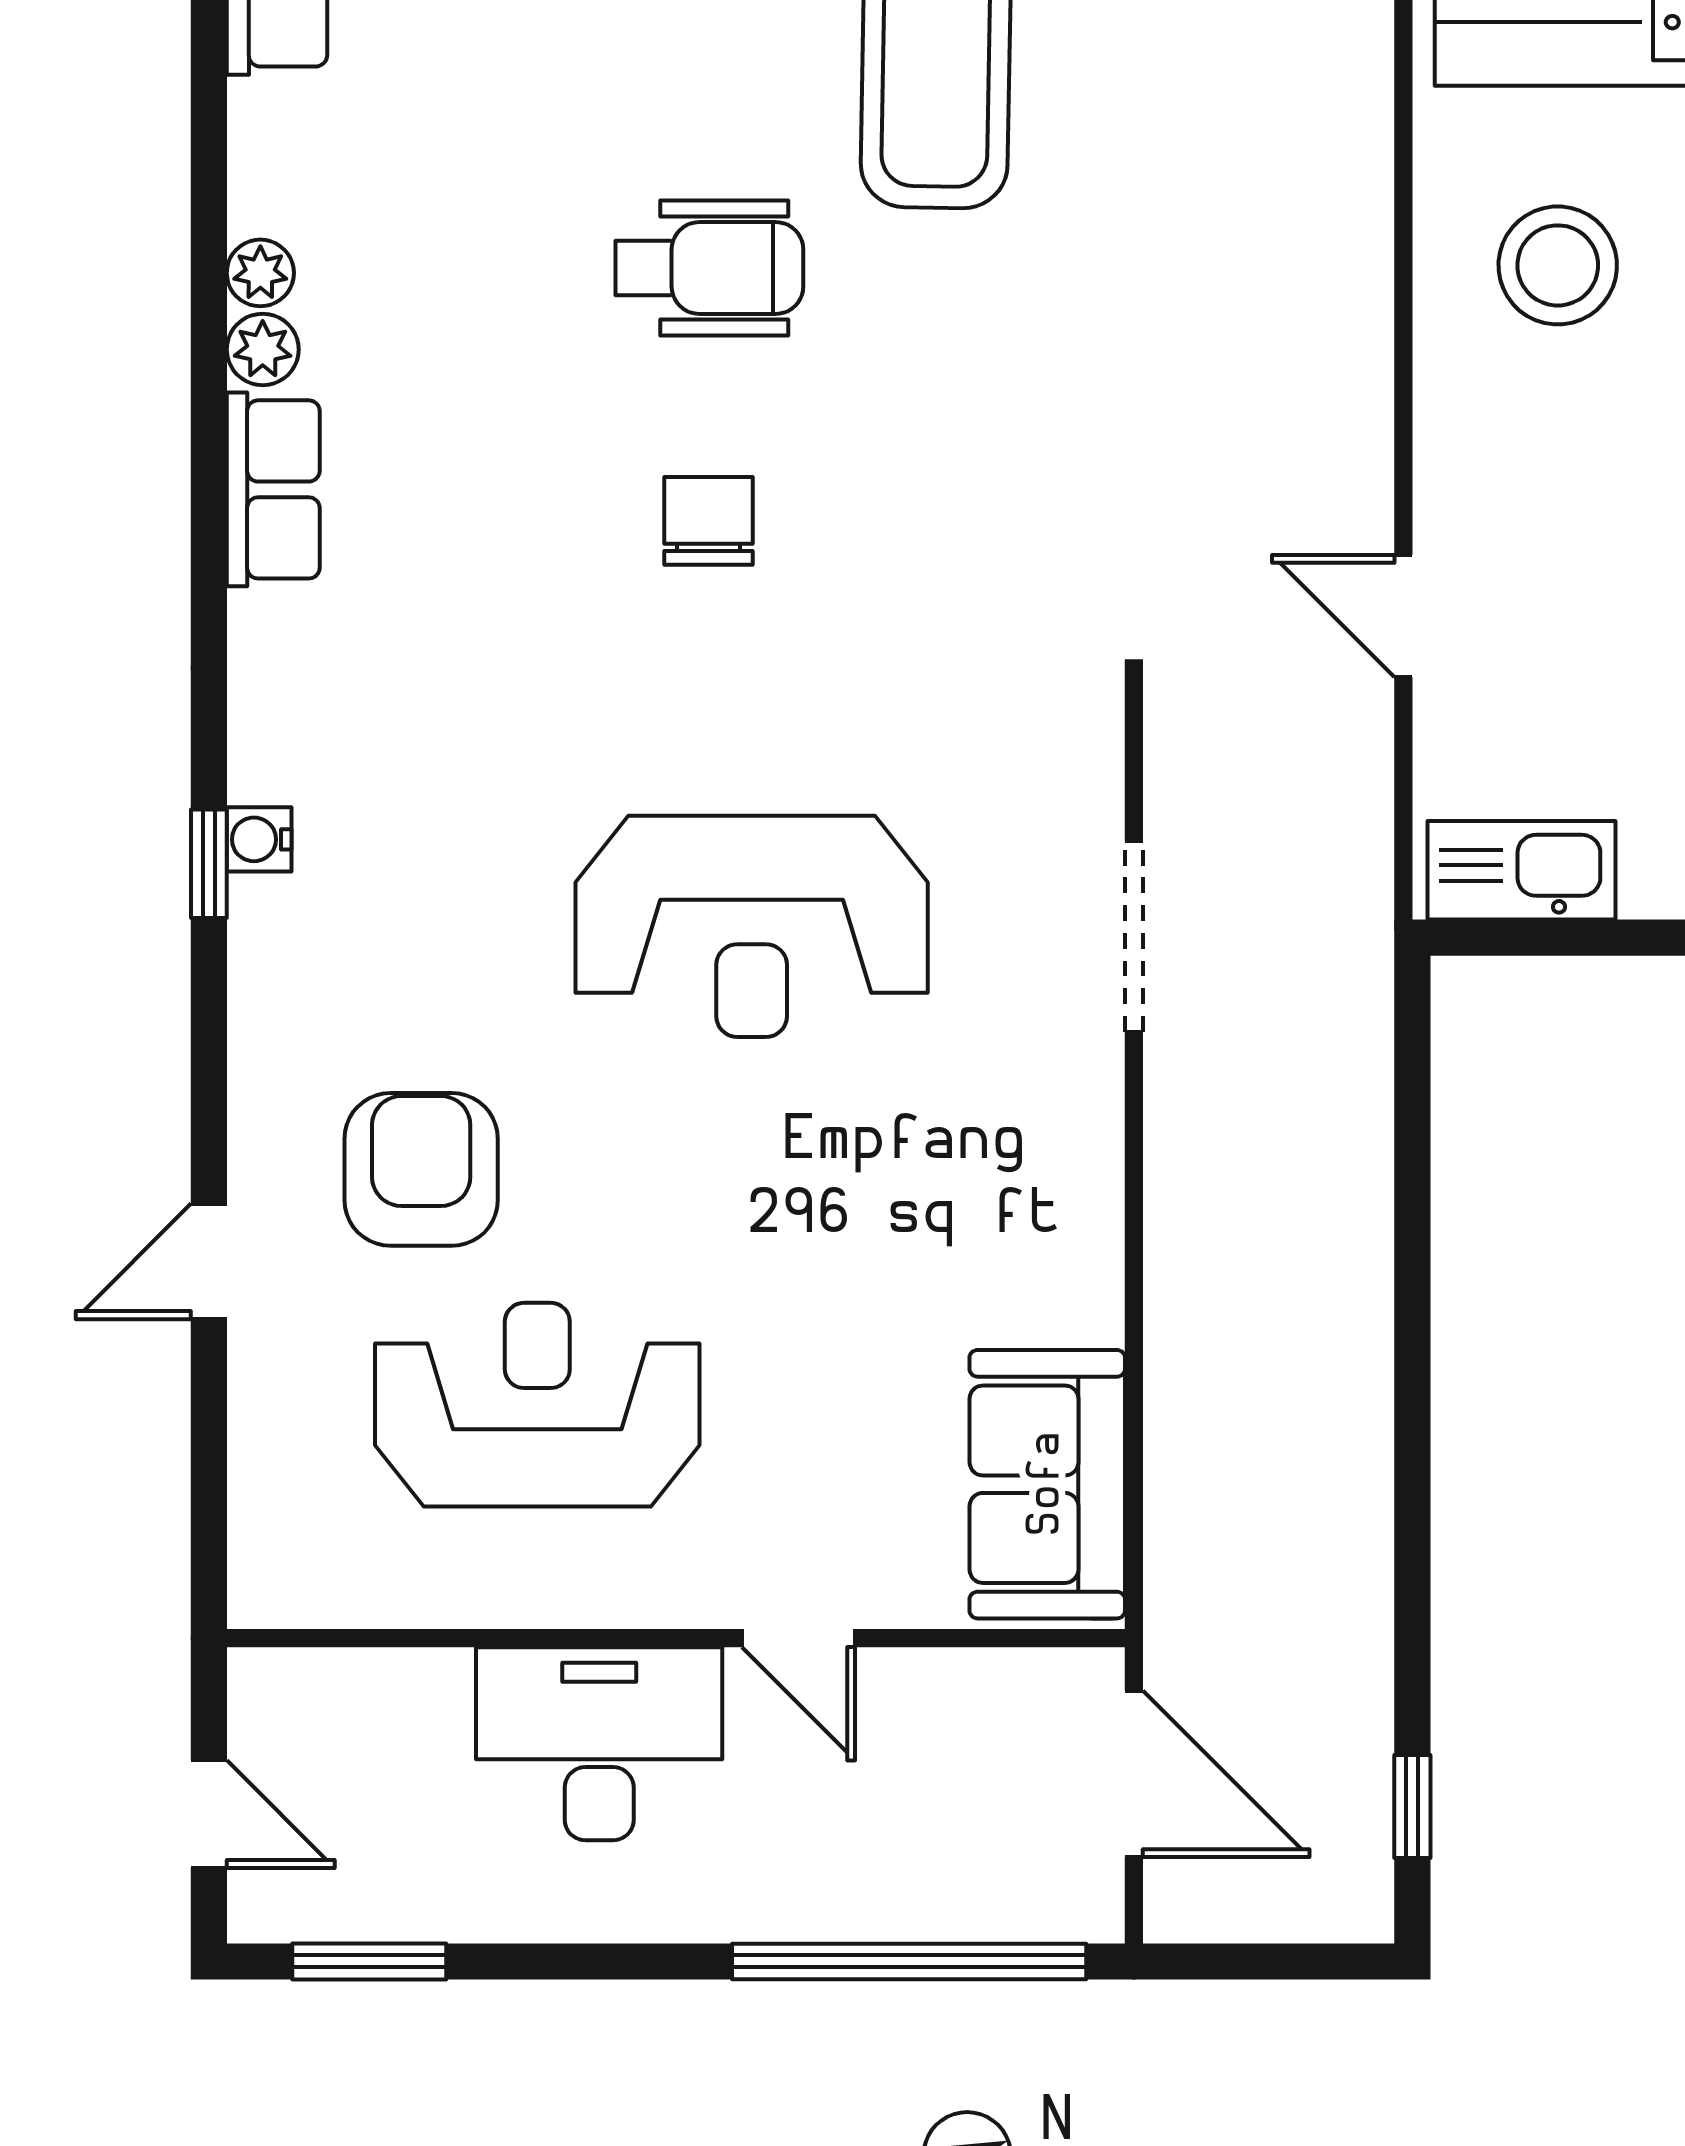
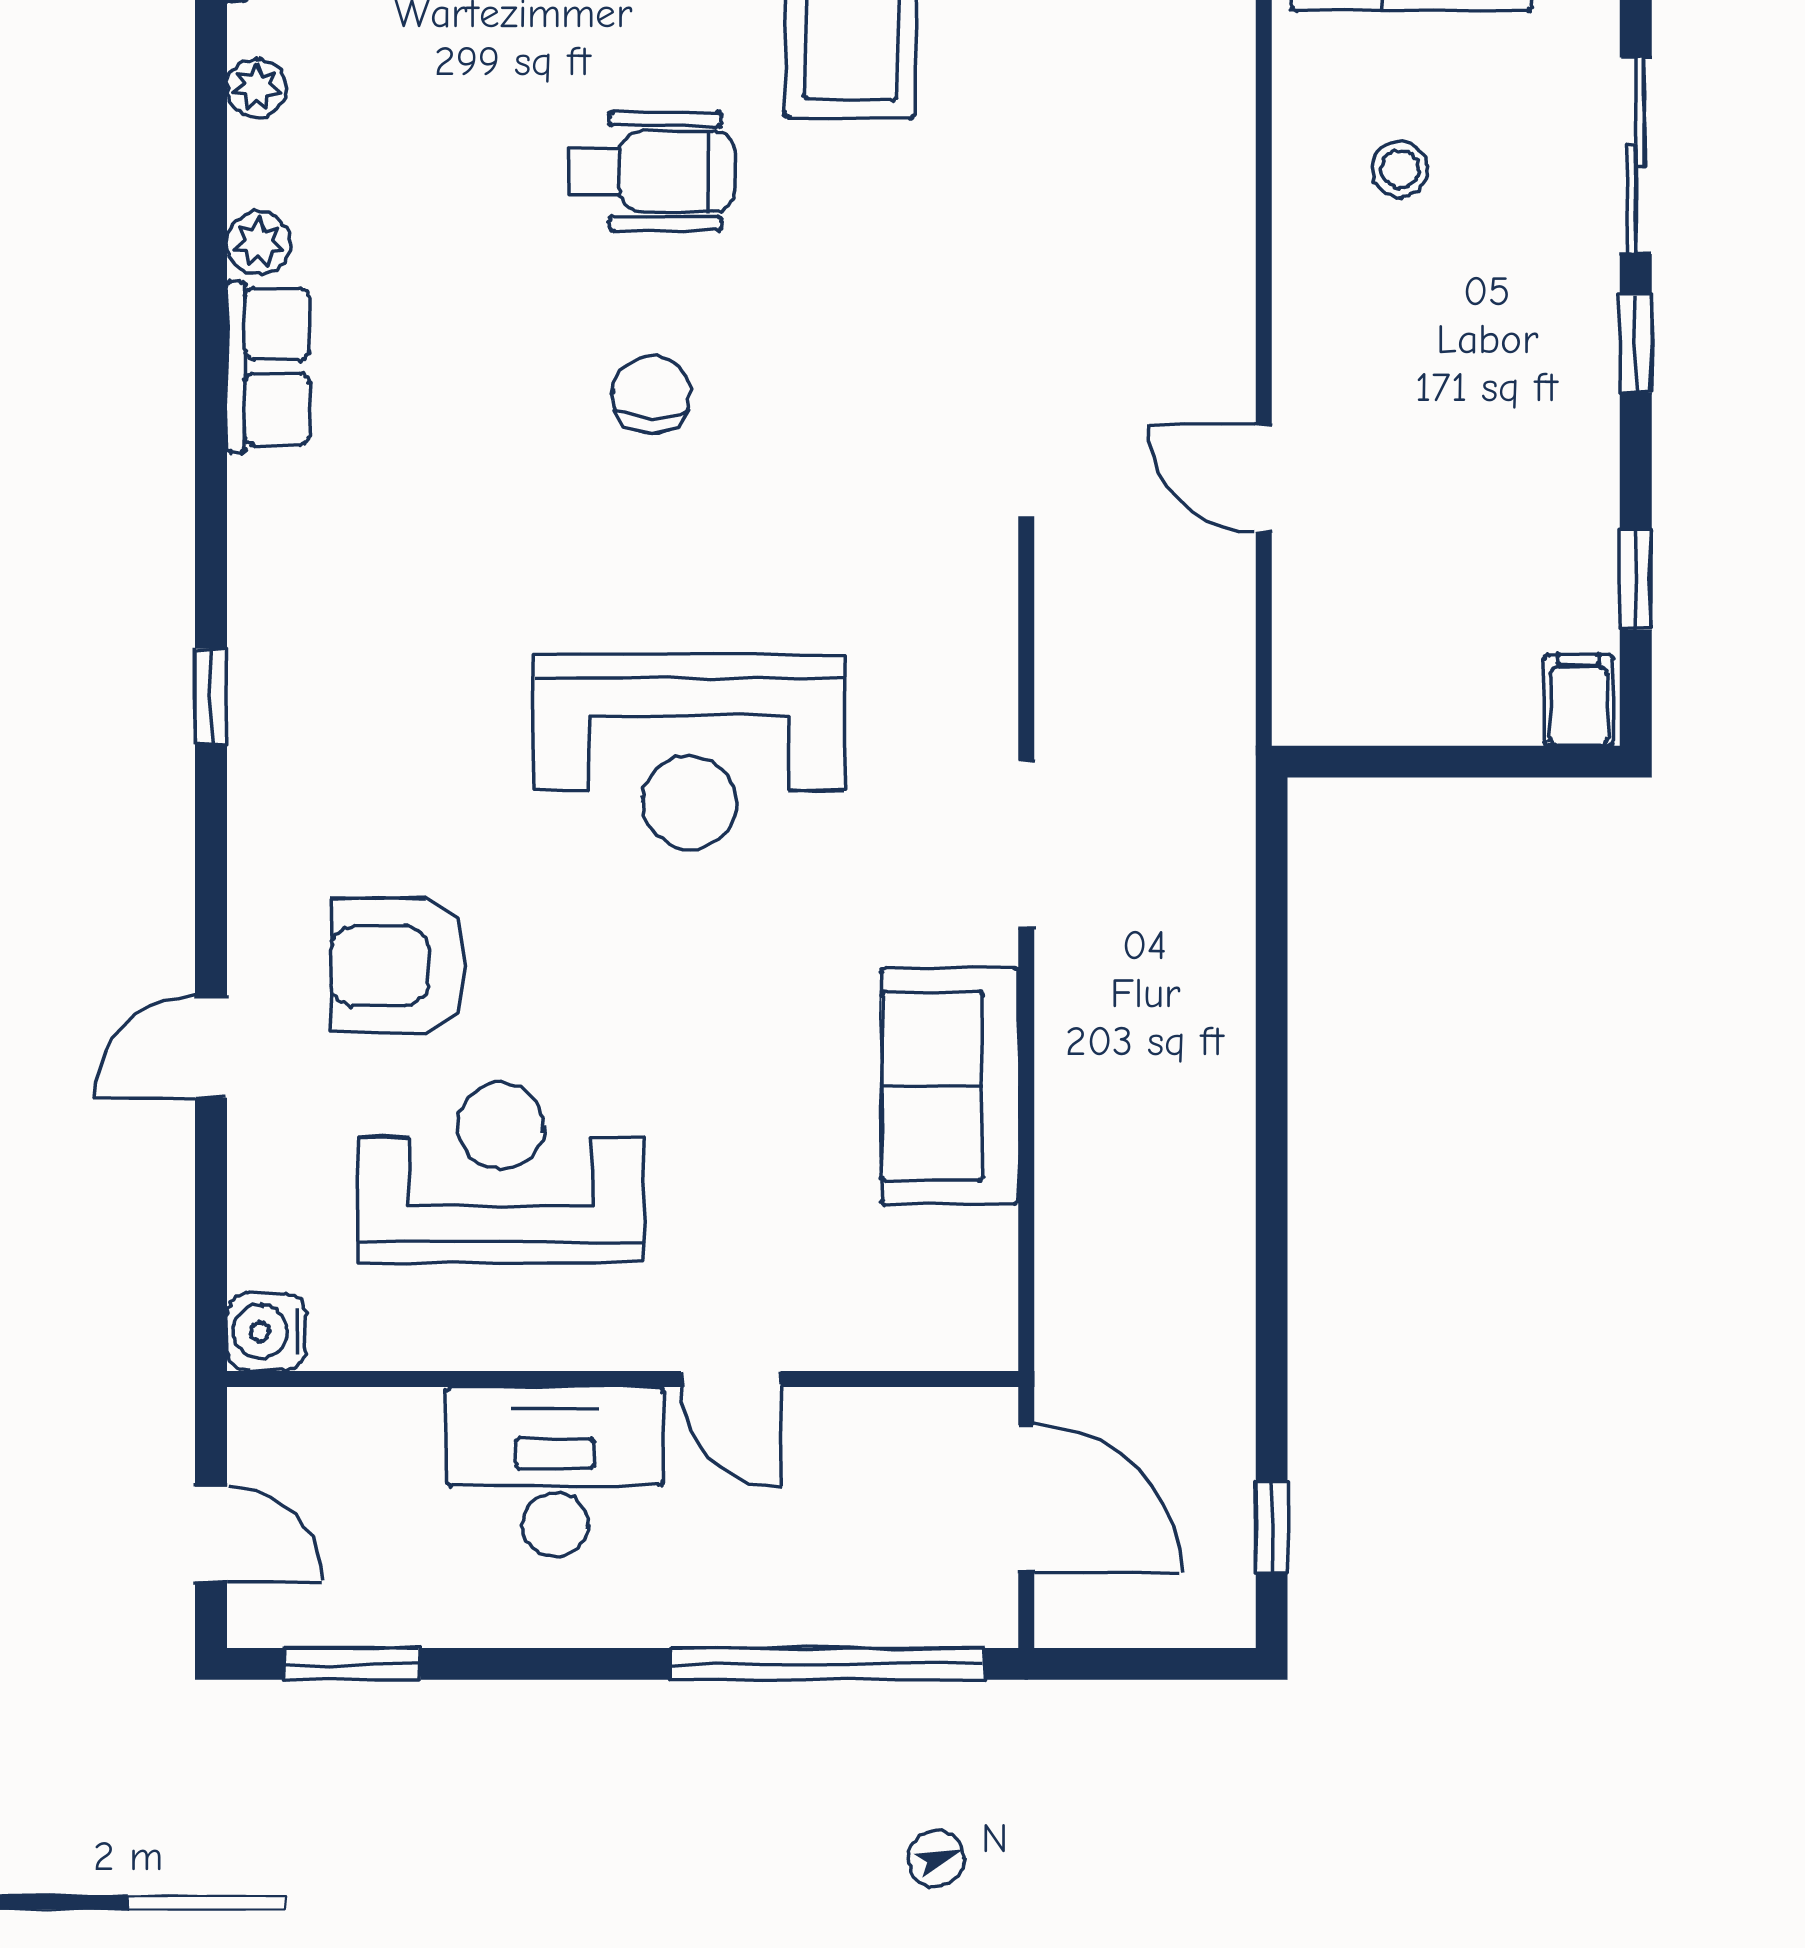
stool: (1558, 265) -> (1400, 169), width x0.53, depth x0.53
plant: (260, 273) -> (256, 88), moved
water cooler: (259, 839) -> (266, 1332), moved, width x1.38, depth x1.38
kitchen sink: (1521, 870) -> (1368, 702), removed
doorway: (1134, 936) -> (1026, 844), moved
armchair: (421, 1169) -> (398, 966), turned -90
sofa: (1047, 1484) -> (950, 1086), moved

